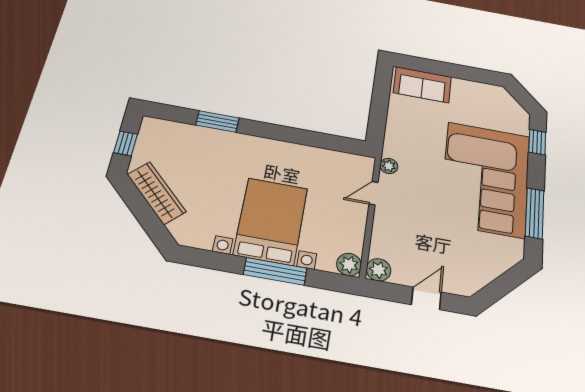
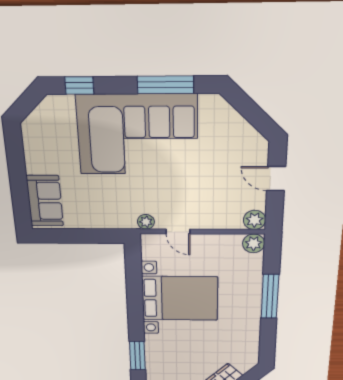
bed with nightstands: (271, 221) -> (180, 298), moved, turned 180

